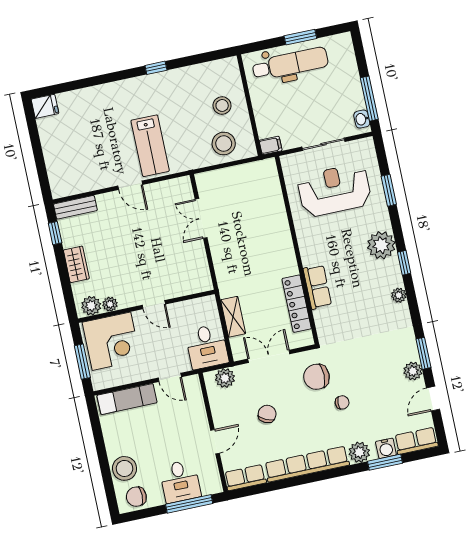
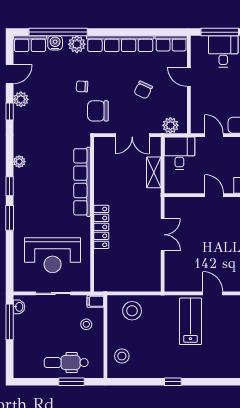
window: (300, 37) -> (72, 382), moved
dental chair: (290, 64) -> (66, 363), width x0.73, depth x0.72
stool: (222, 105) -> (122, 356), moved
stool: (276, 115) -> (86, 324), added
window: (389, 190) -> (10, 218), moved
double door: (201, 218) -> (163, 235), moved
plant: (381, 245) -> (25, 204), removed
row of seats: (317, 287) -> (82, 182), width x2.02
locker: (297, 304) -> (101, 227), moved
window: (423, 353) -> (10, 112), width x0.67
chair: (316, 377) -> (98, 111), turned 180
door: (215, 442) -> (189, 77), hinge flipped
window: (385, 462) -> (58, 32), width x2.11

